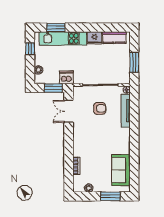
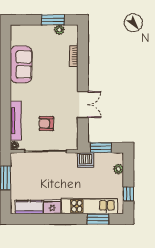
double door: (69, 111) -> (83, 105), moved
sofa: (121, 170) -> (21, 64), moved
window: (110, 196) -> (53, 20), moved

